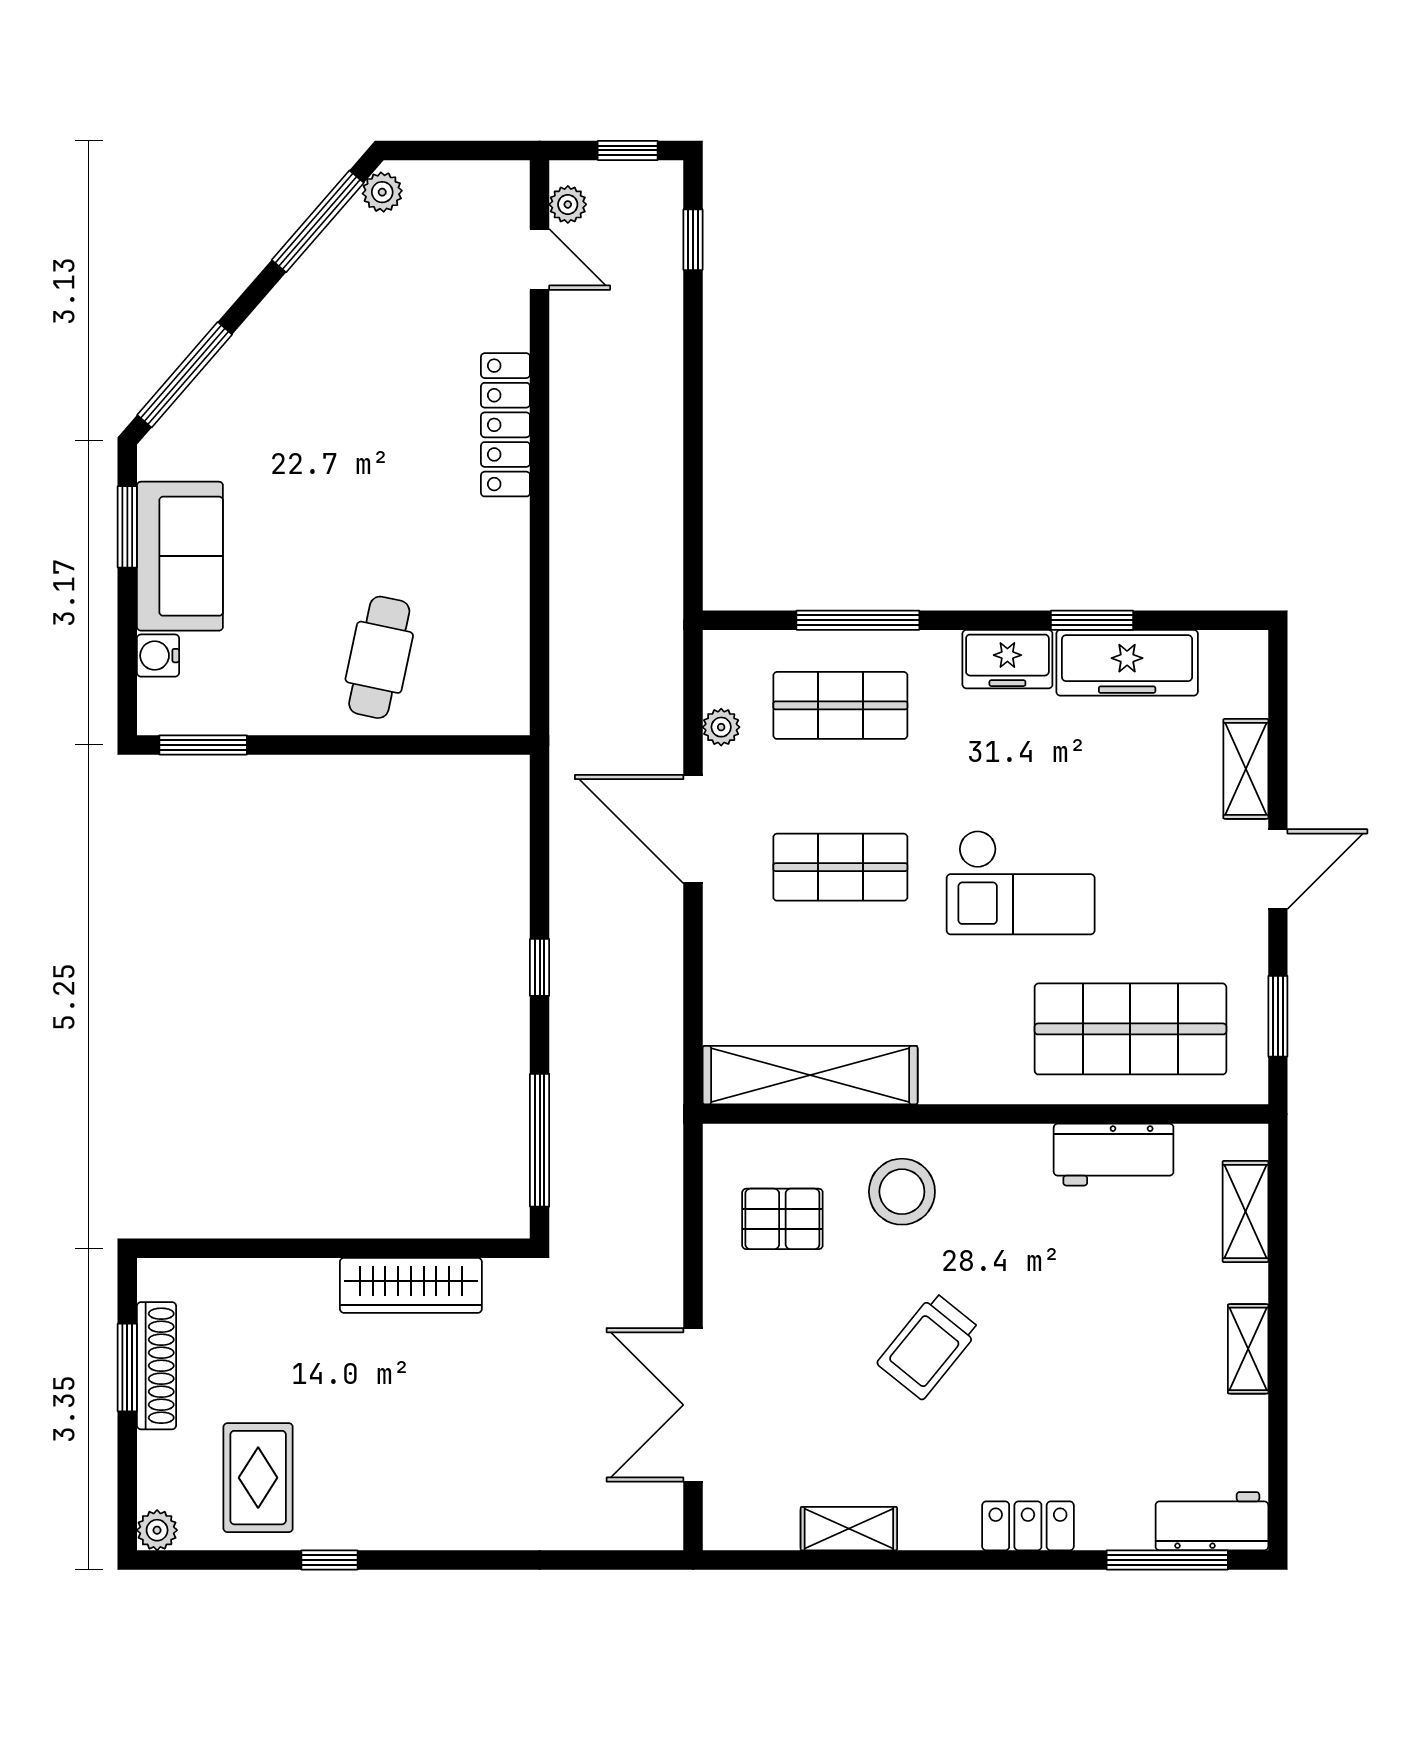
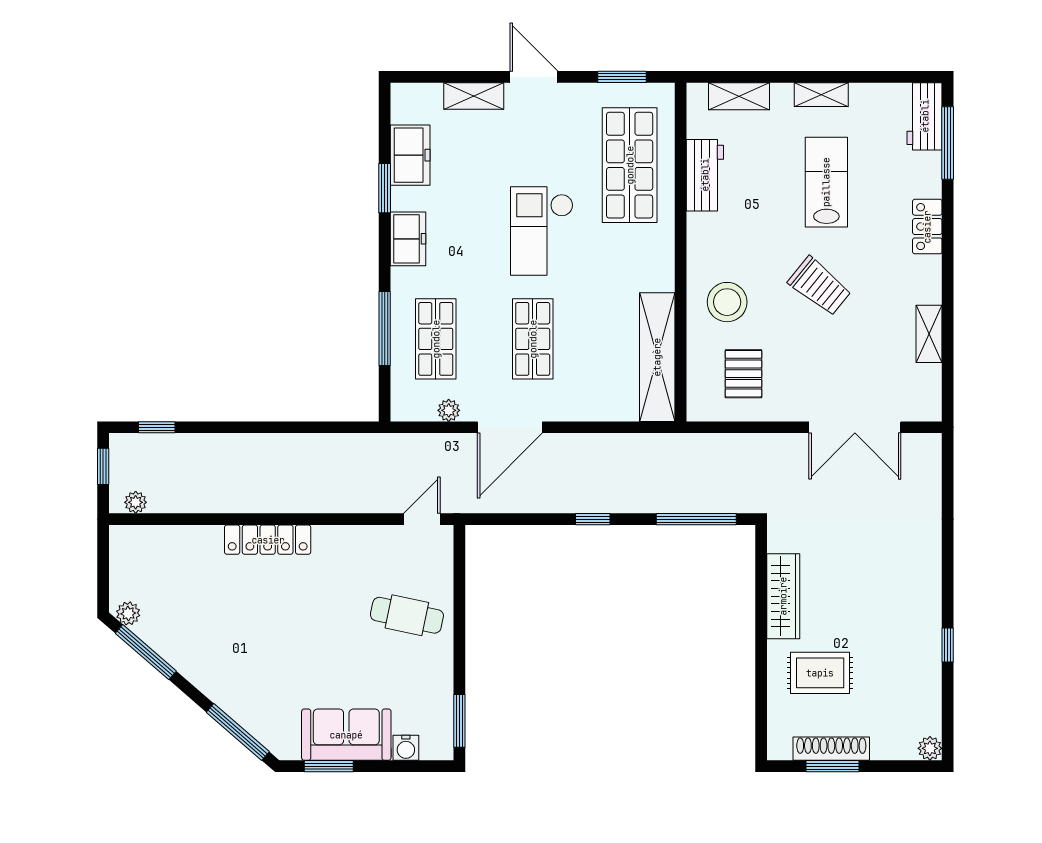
door: (540, 259) -> (422, 519), moved
freezer: (1127, 663) -> (410, 155), width x0.71
checkout: (1021, 882) -> (542, 231), turned 180
lab bench: (1102, 1358) -> (826, 182), added
rug: (258, 1478) -> (820, 673), moved

